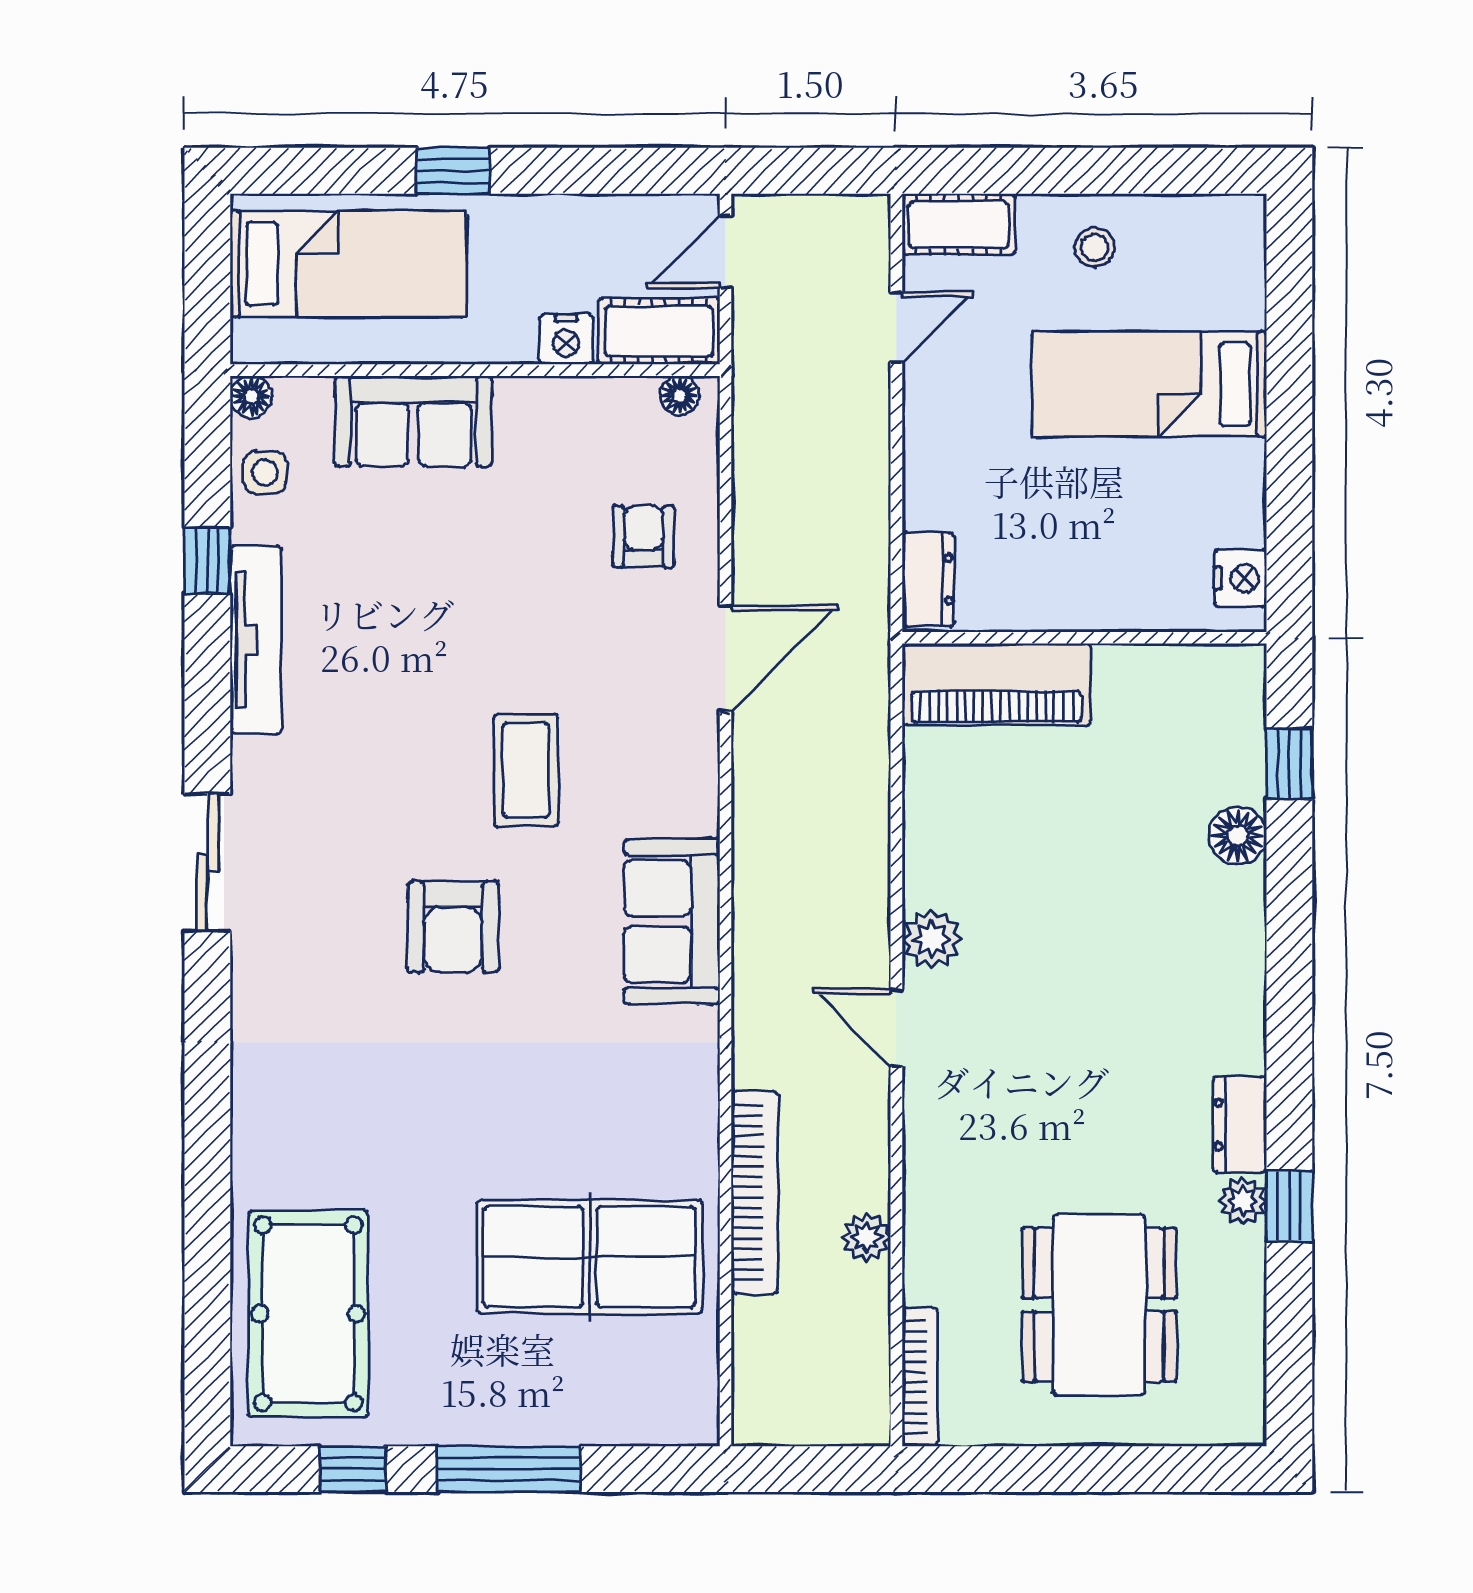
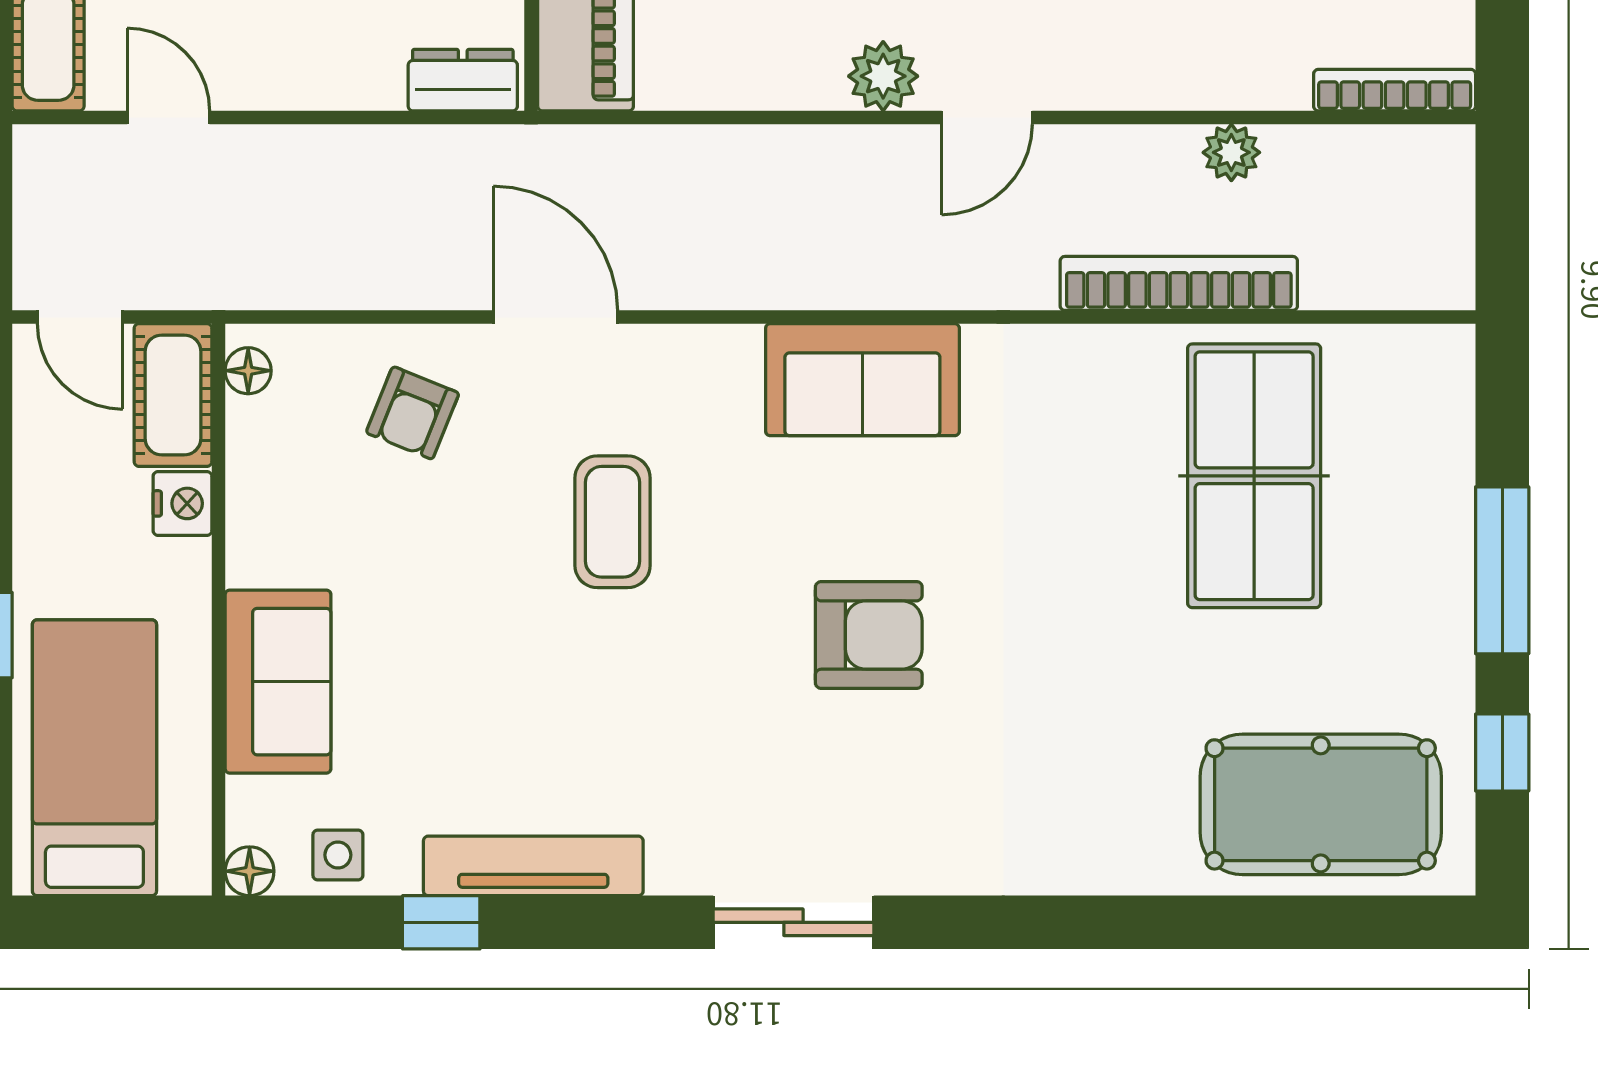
armchair: (643, 536) -> (413, 413), turned -68
coffee table: (526, 770) -> (613, 522), moved, turned 90

